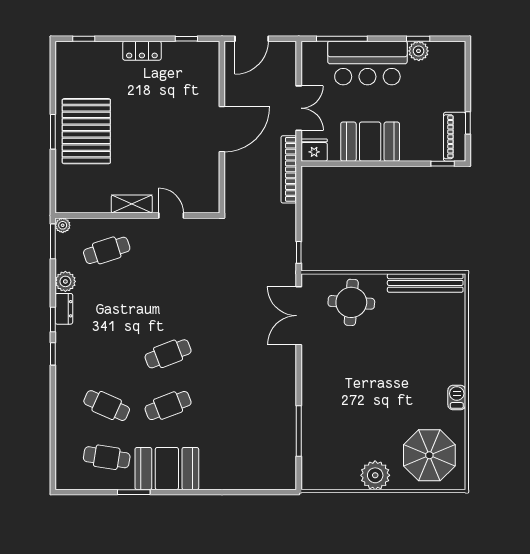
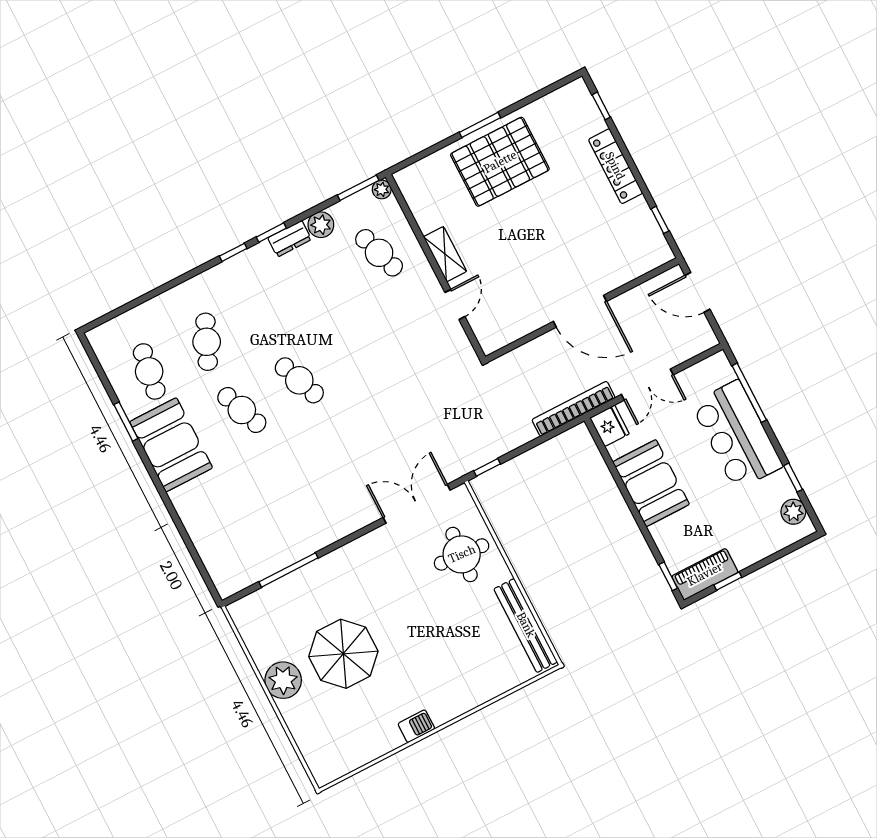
locker: (142, 51) -> (615, 166), width x1.53
plant: (419, 51) -> (793, 512), moved
parasol: (429, 455) -> (343, 654), moved

